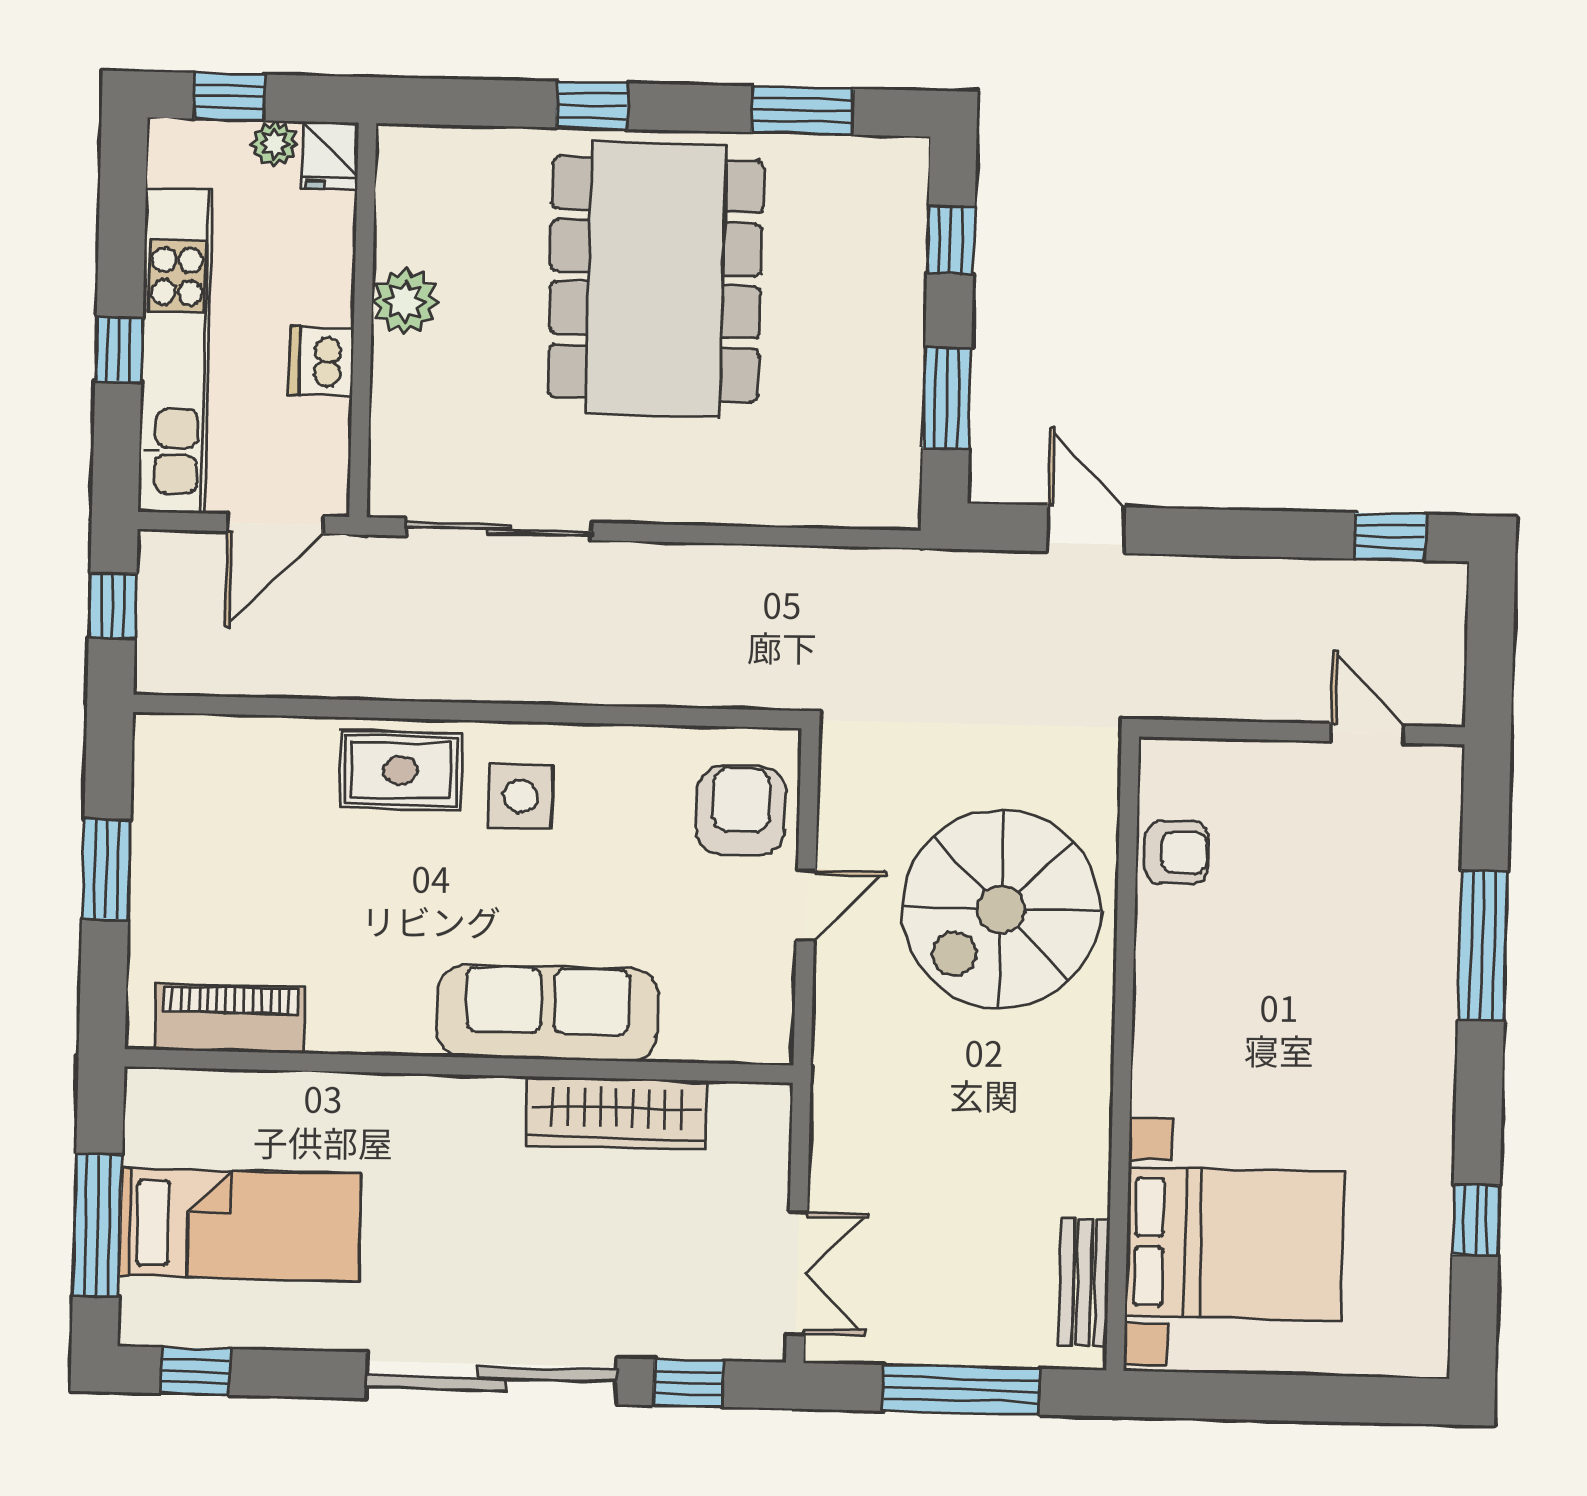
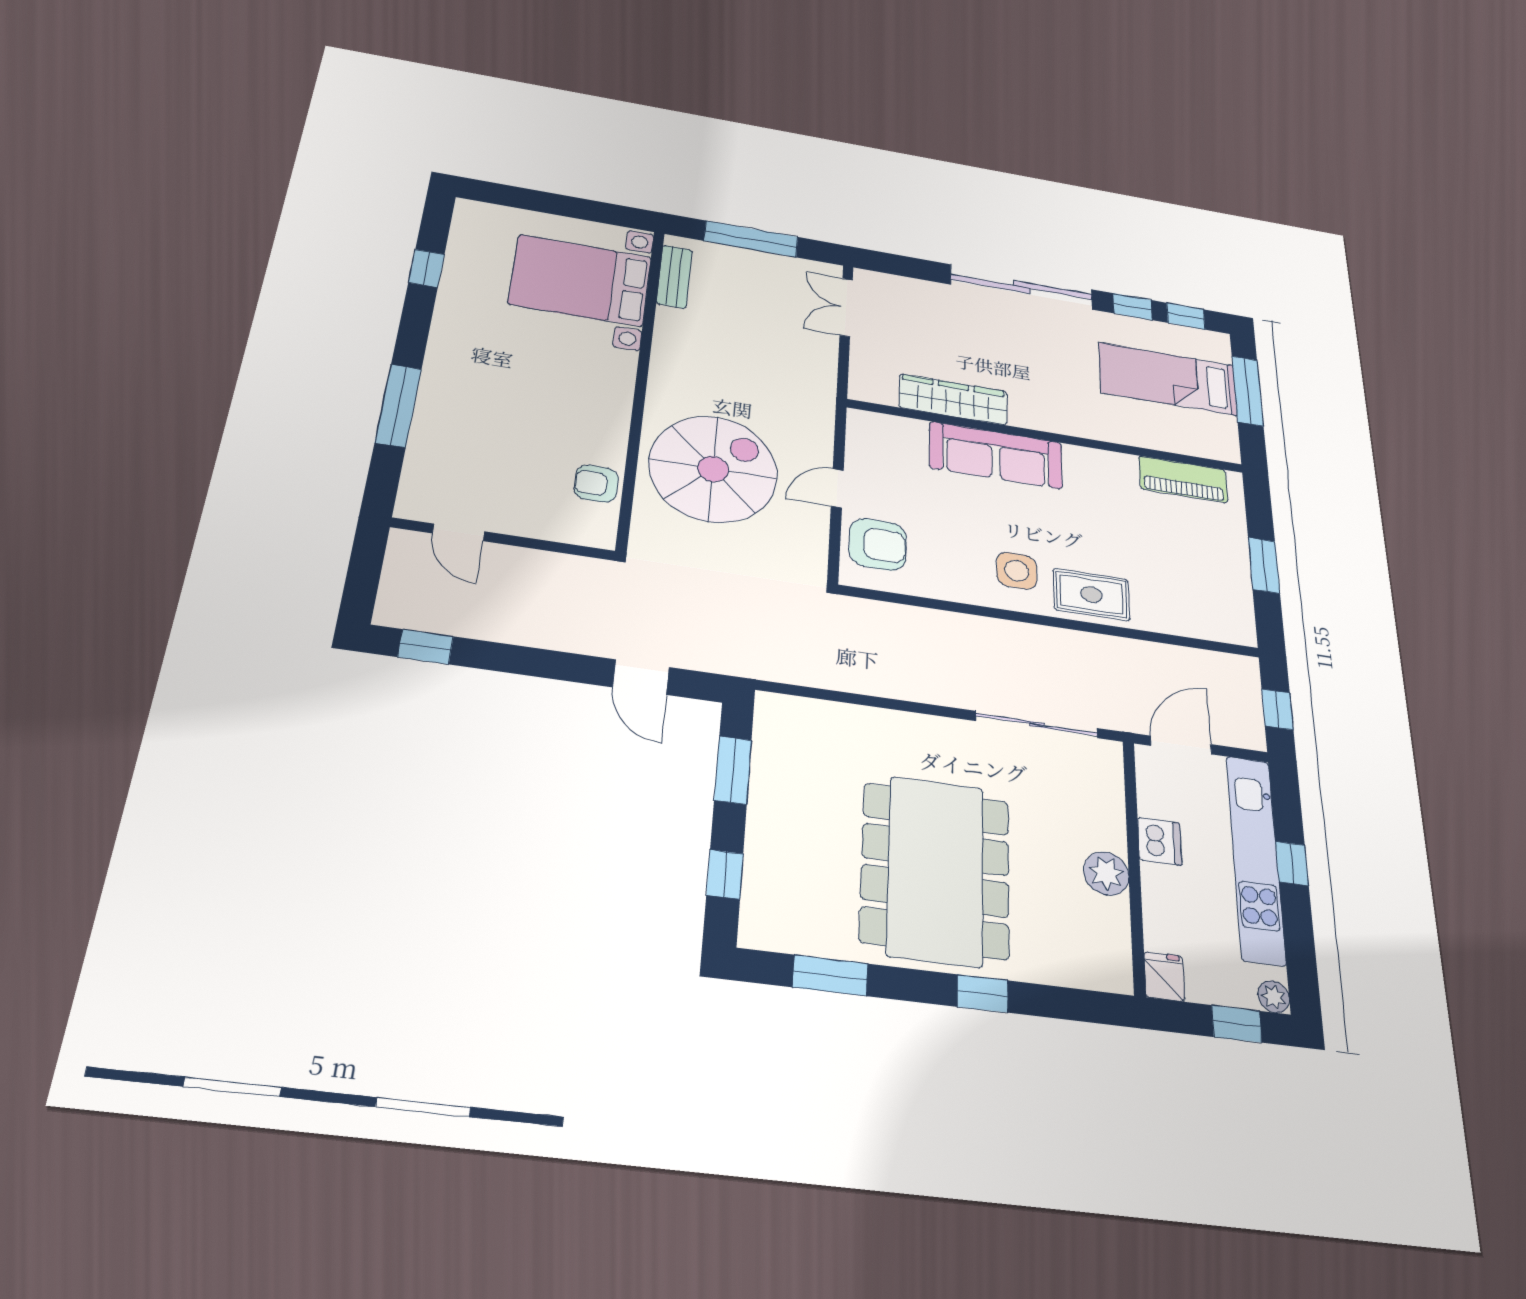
plant: (275, 144) -> (1274, 997), moved
armchair: (741, 811) -> (878, 544), turned -90
window: (688, 1383) -> (1133, 307), moved

